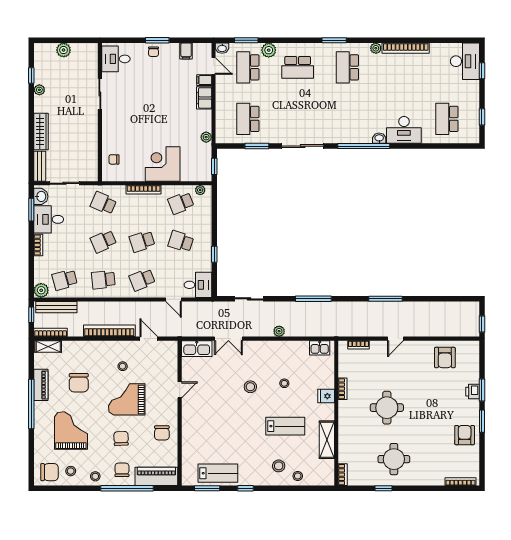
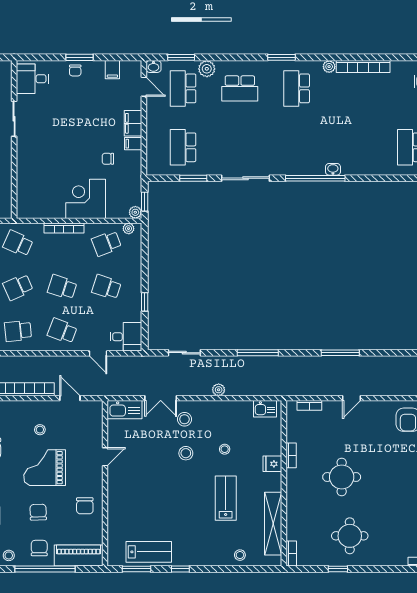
filing cabinet: (204, 80) -> (133, 144), moved
desk: (404, 130) -> (361, 160), removed
plant: (206, 137) -> (135, 212), moved
chair: (114, 159) -> (108, 159), moved
school desk: (142, 241) -> (62, 287), turned 36
school desk: (142, 280) -> (62, 331), turned 42
lab bench: (285, 426) -> (226, 498), turned -90
shelving: (327, 440) -> (273, 524), width x1.47
stool: (279, 466) -> (184, 419), moved

